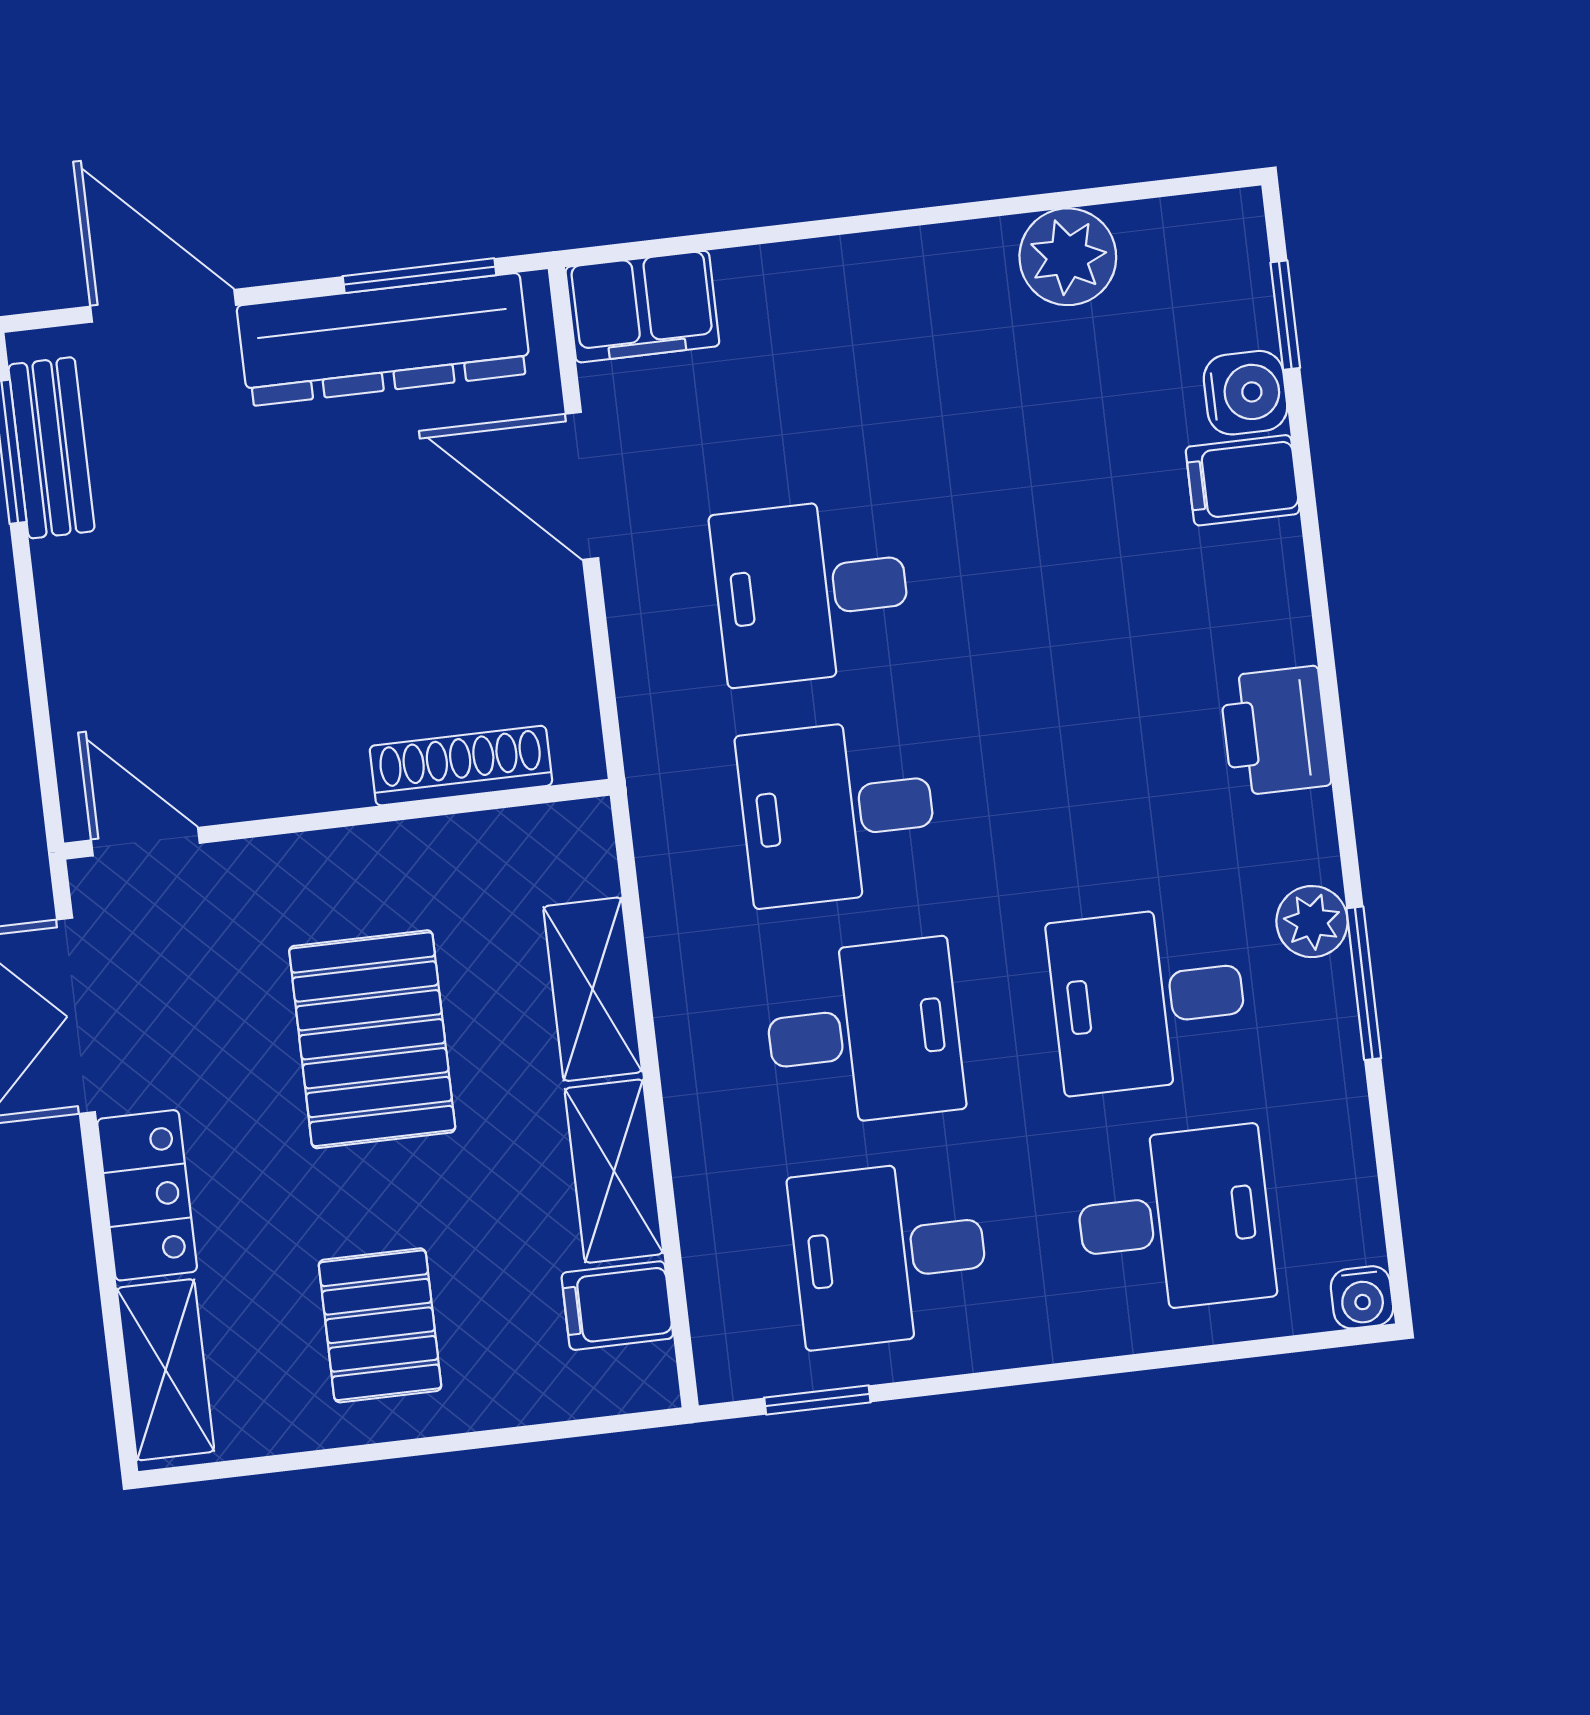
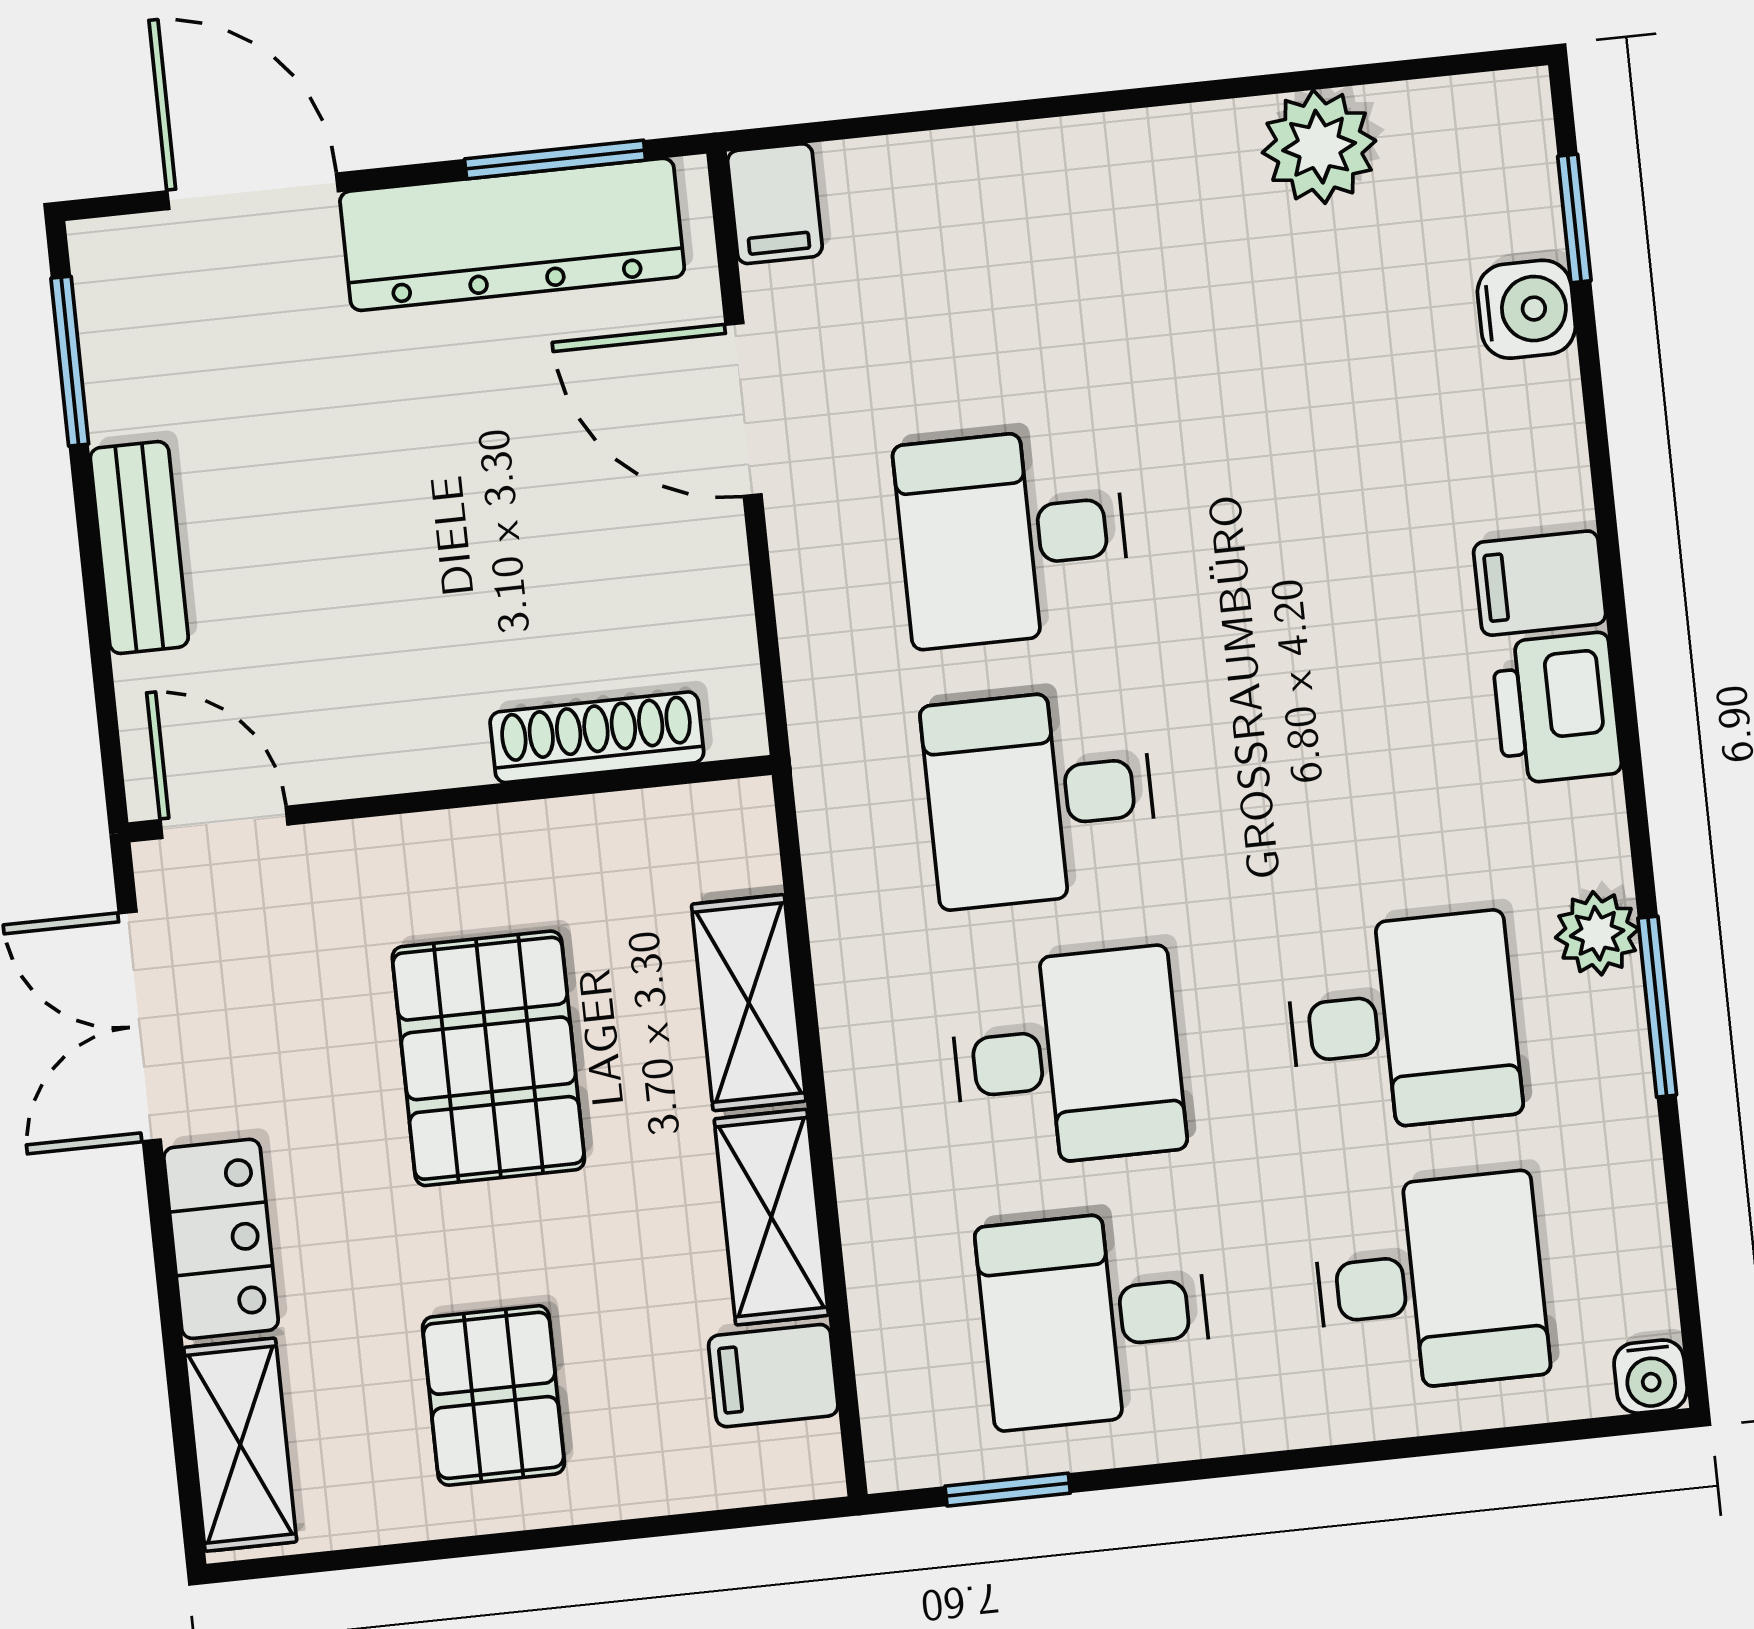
filing cabinet: (642, 307) -> (775, 204), width x0.50
bench: (52, 448) -> (139, 547), moved
filing cabinet: (1243, 480) -> (1540, 583), moved
desk: (1148, 999) -> (1403, 1023), turned 180

